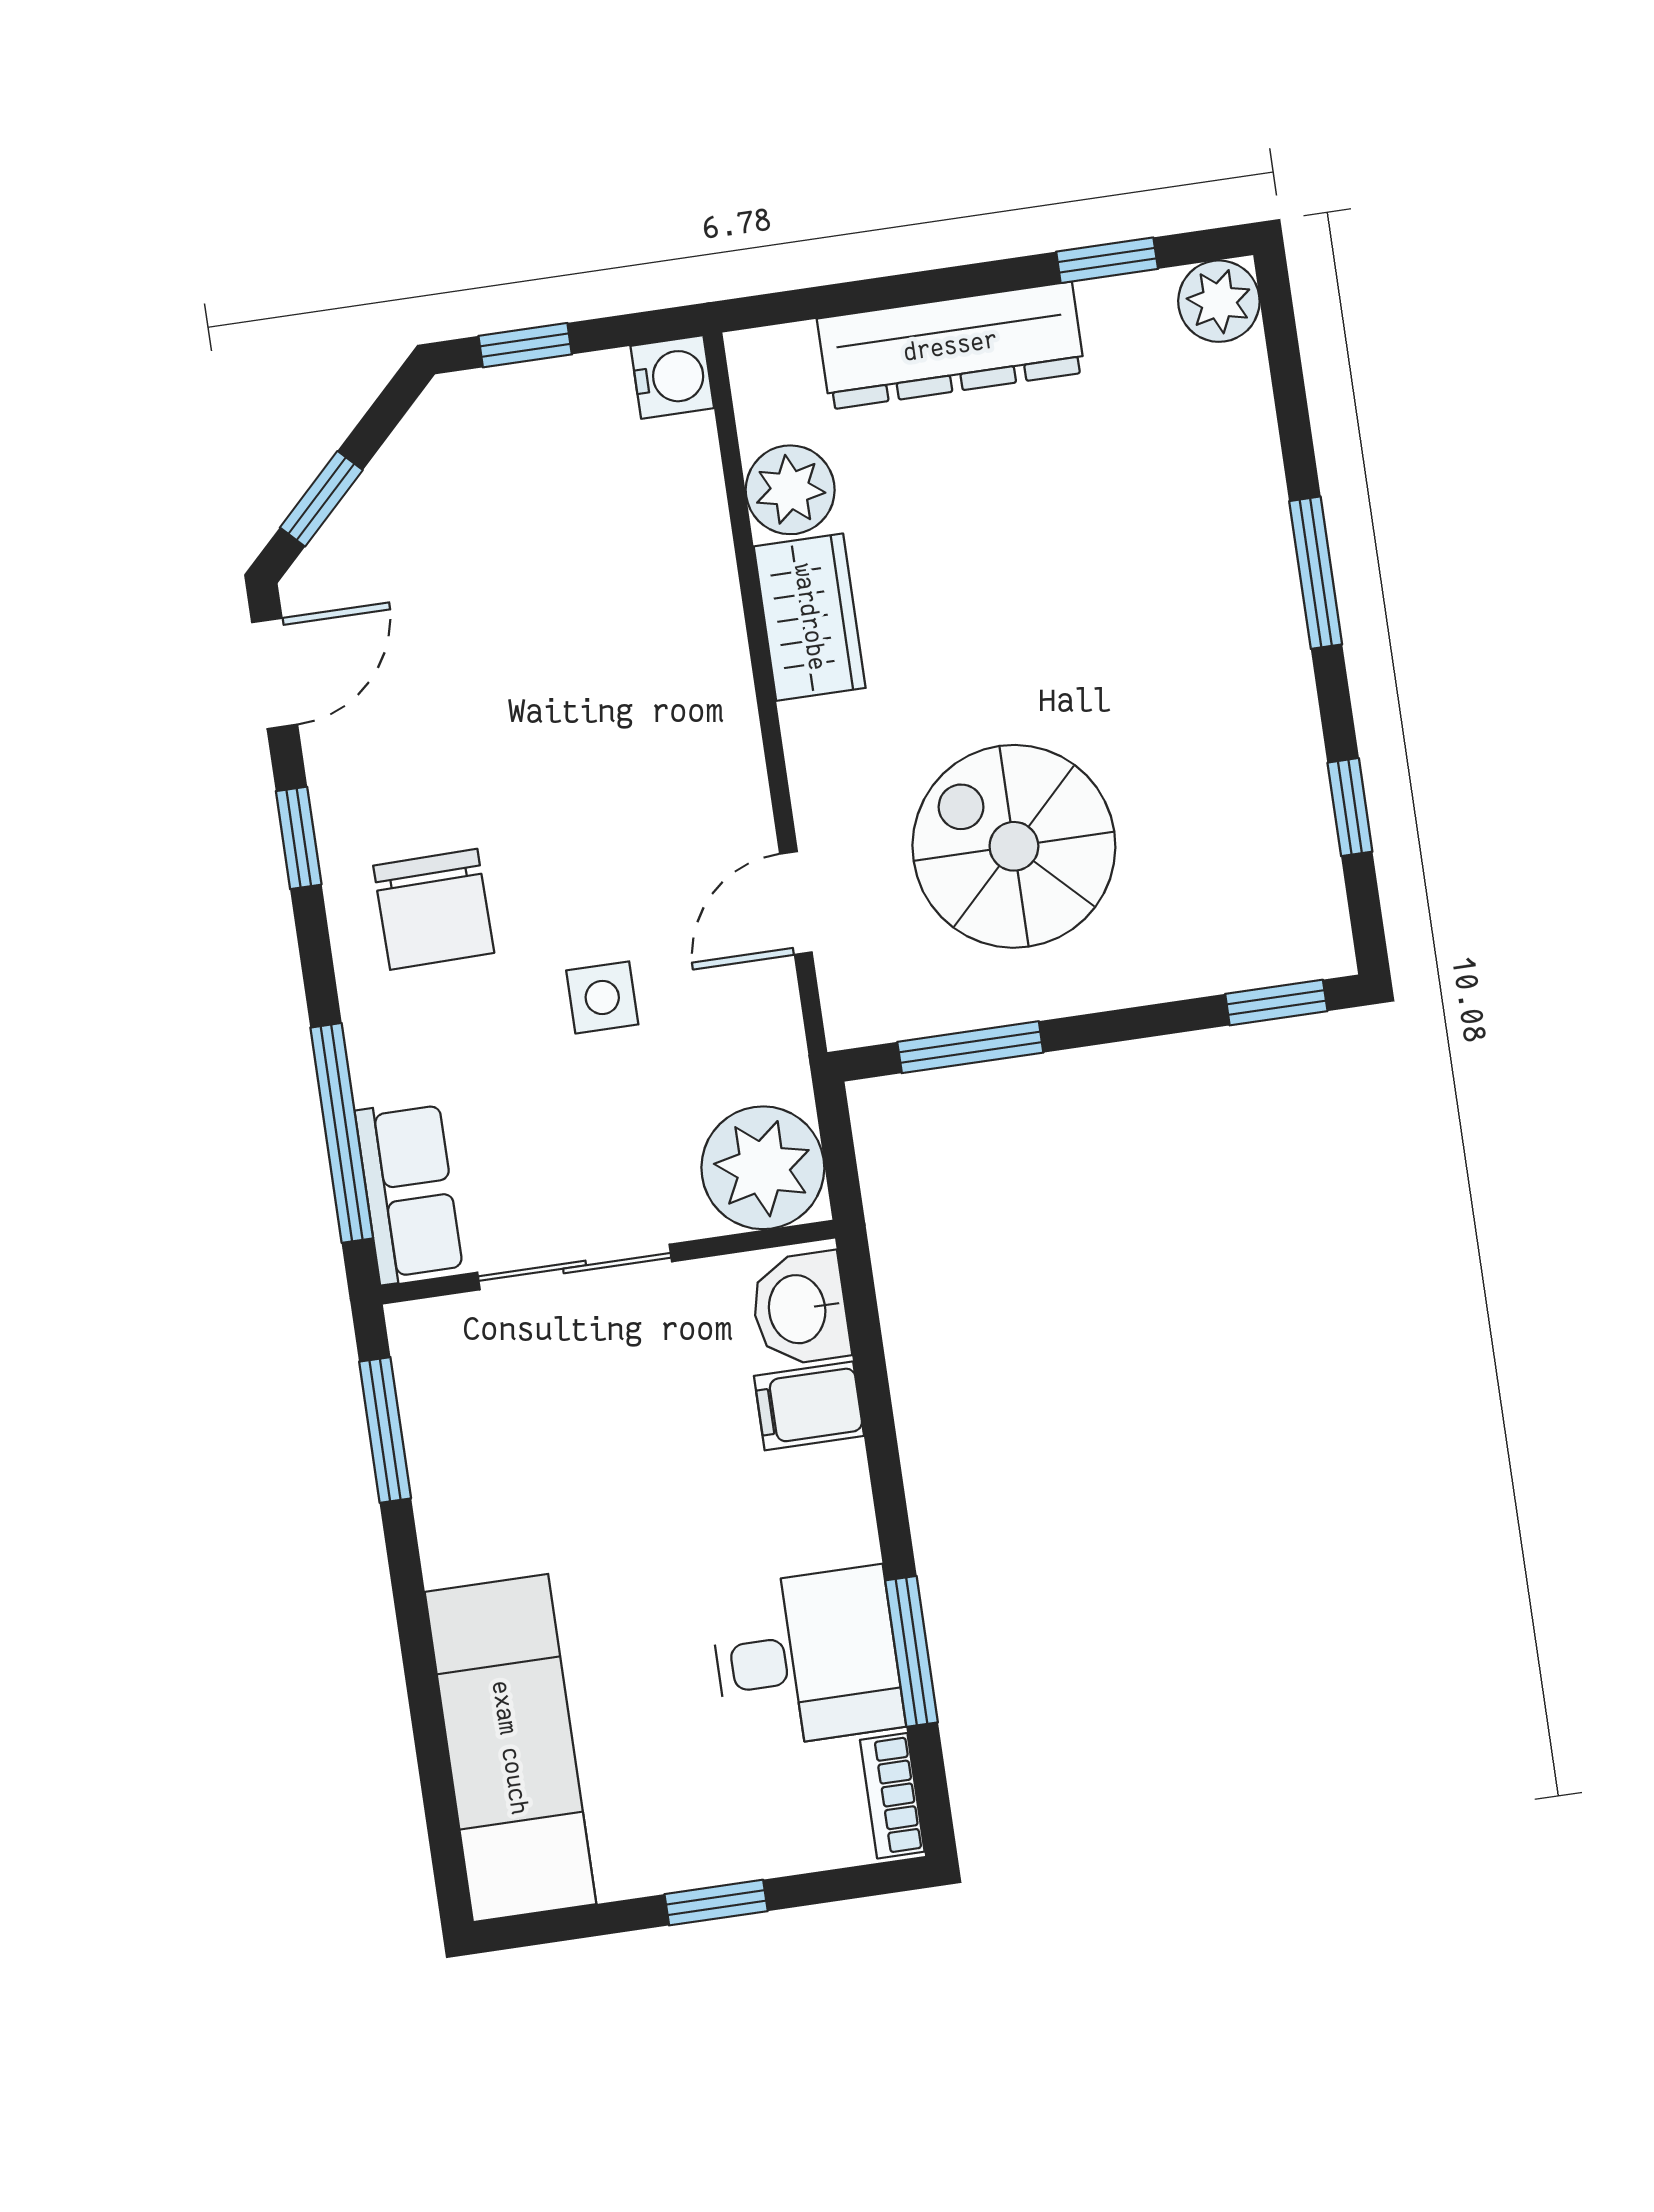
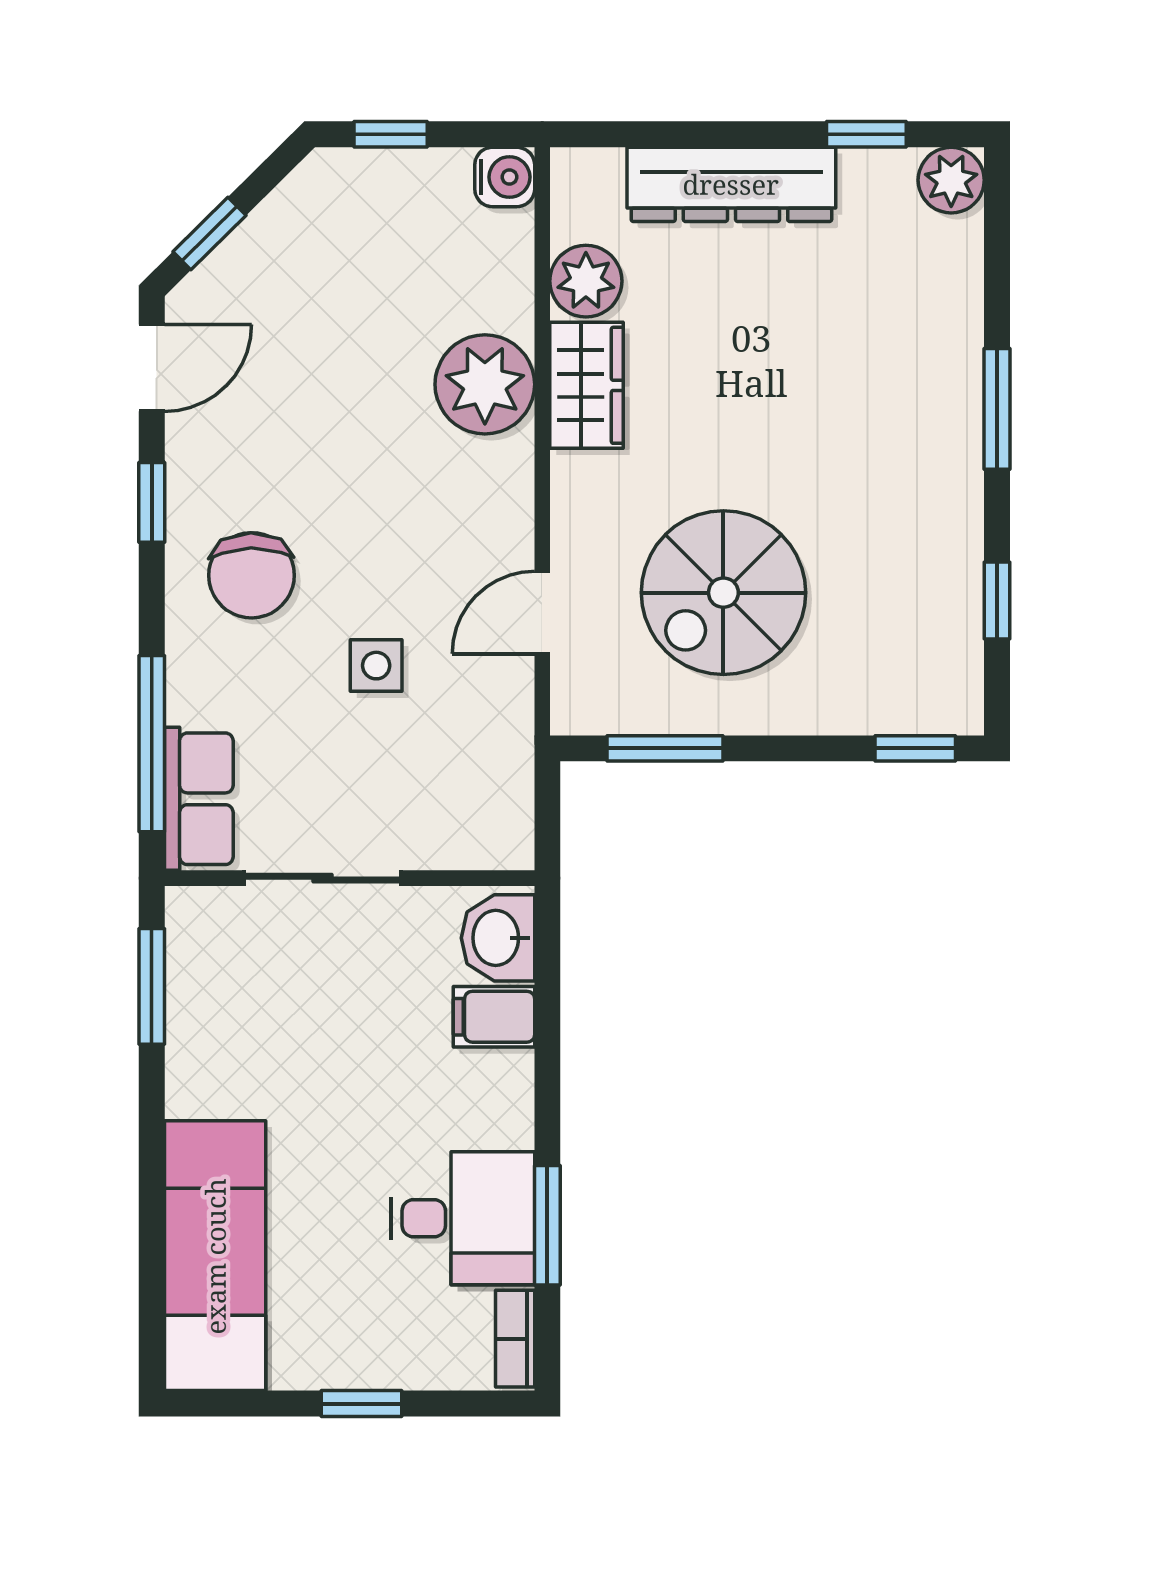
spiral stairs: (1014, 846) -> (723, 593), turned -90
plant: (763, 1168) -> (485, 384), moved

